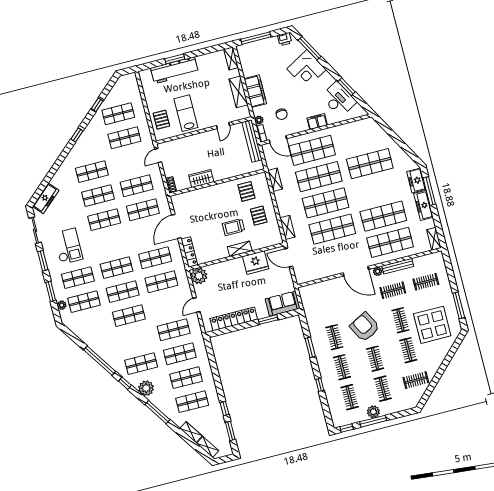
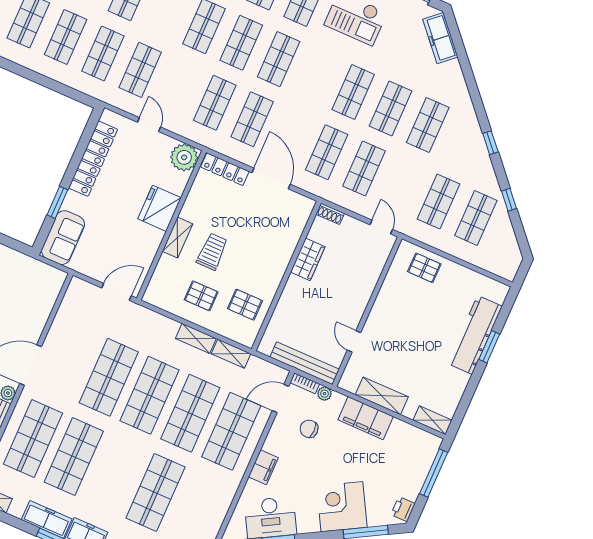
lab bench: (186, 113) -> (408, 306), removed
shelving: (287, 227) -> (196, 338), moved
fridge: (256, 263) -> (159, 208), moved

